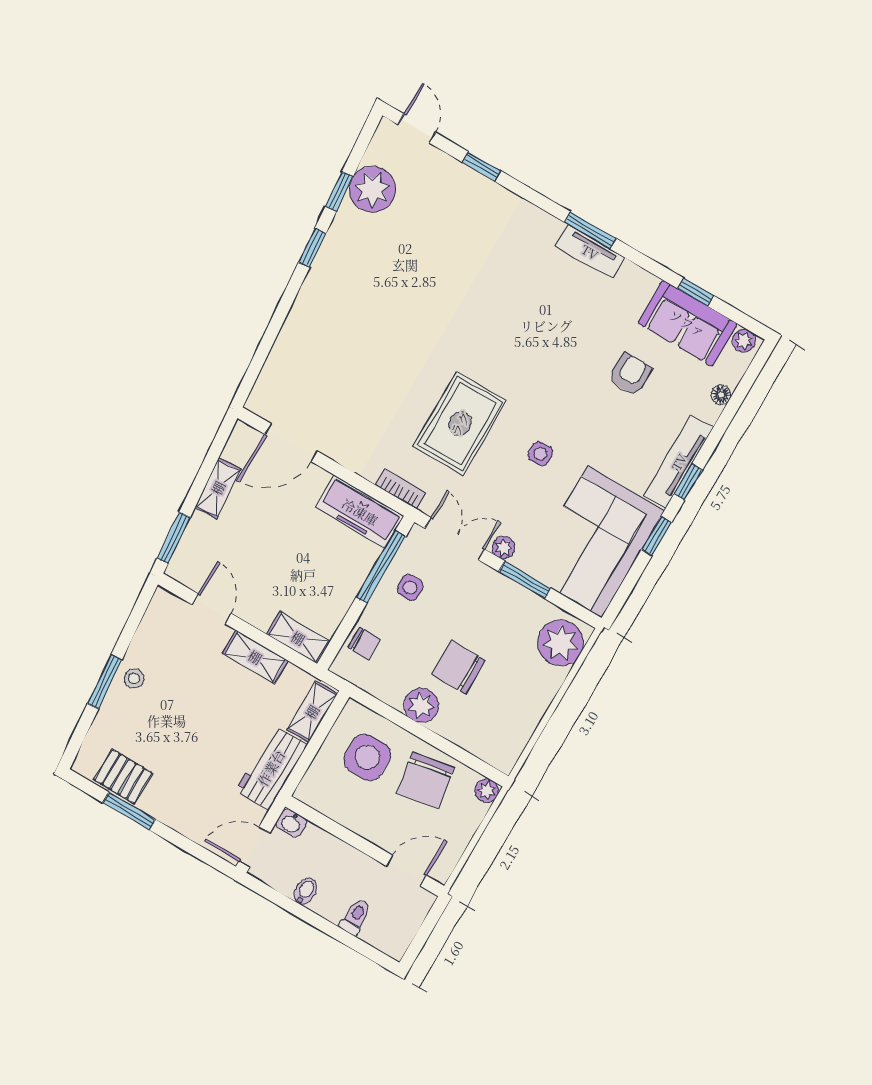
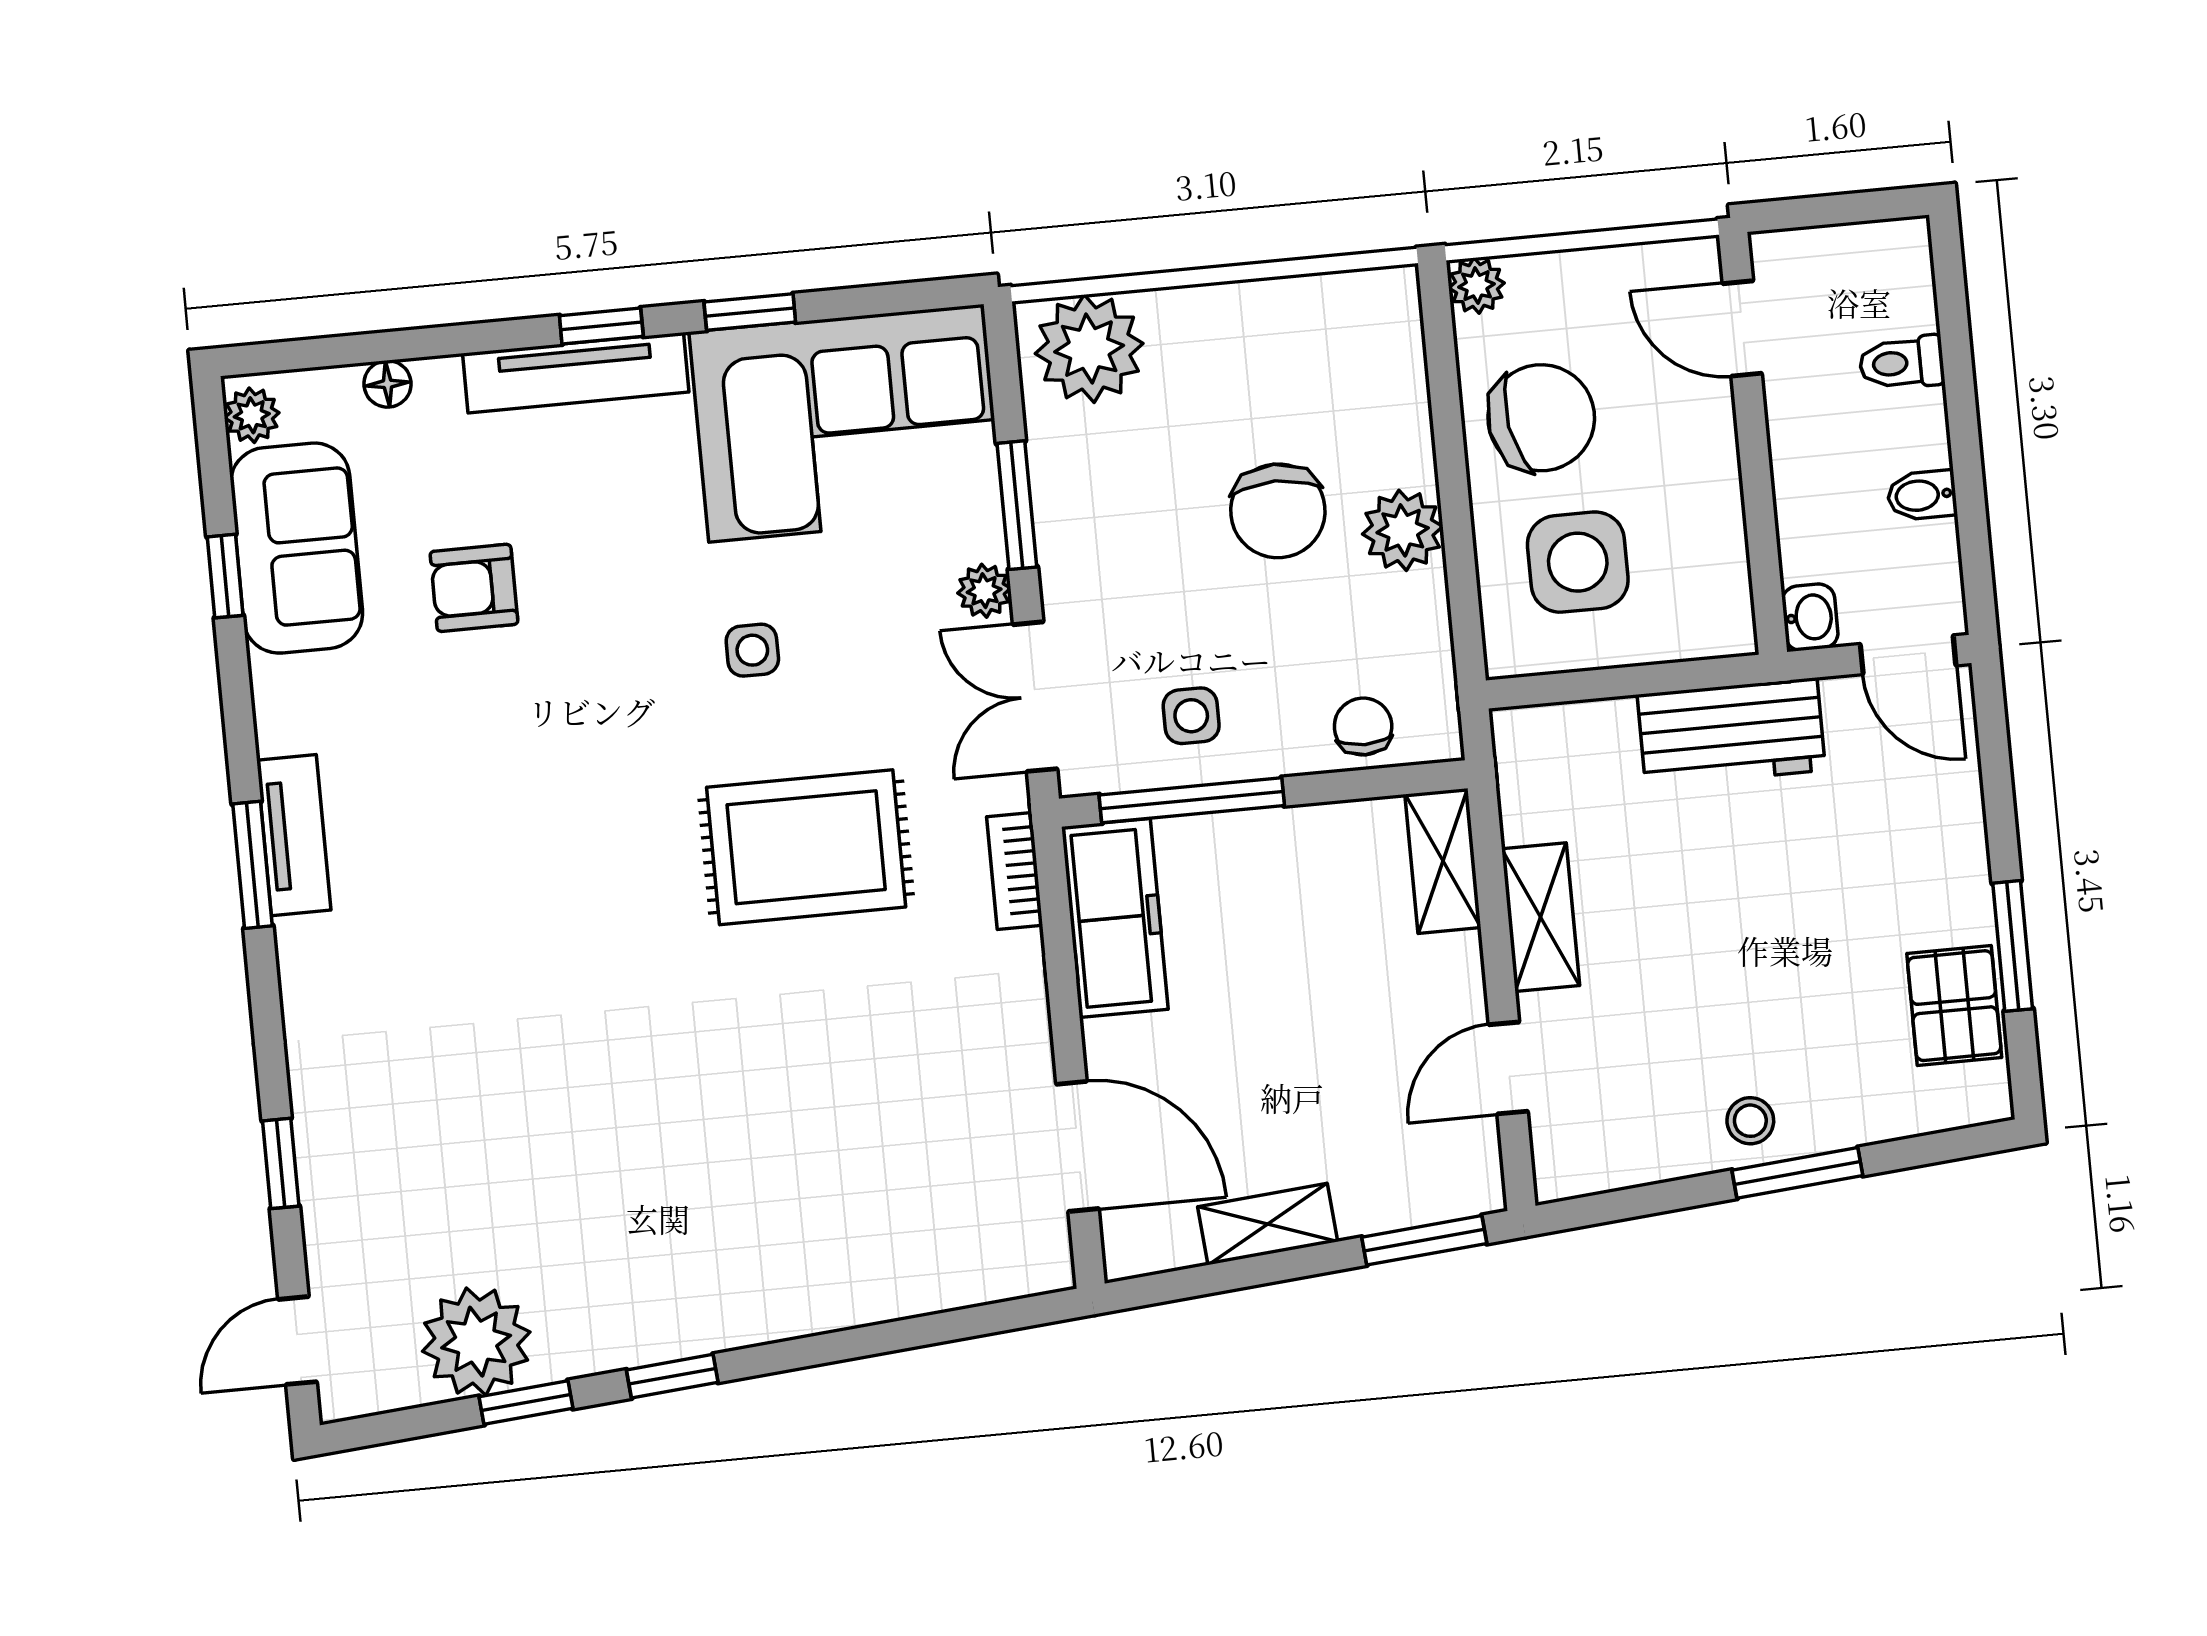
shelving: (312, 712) -> (1567, 732), removed

